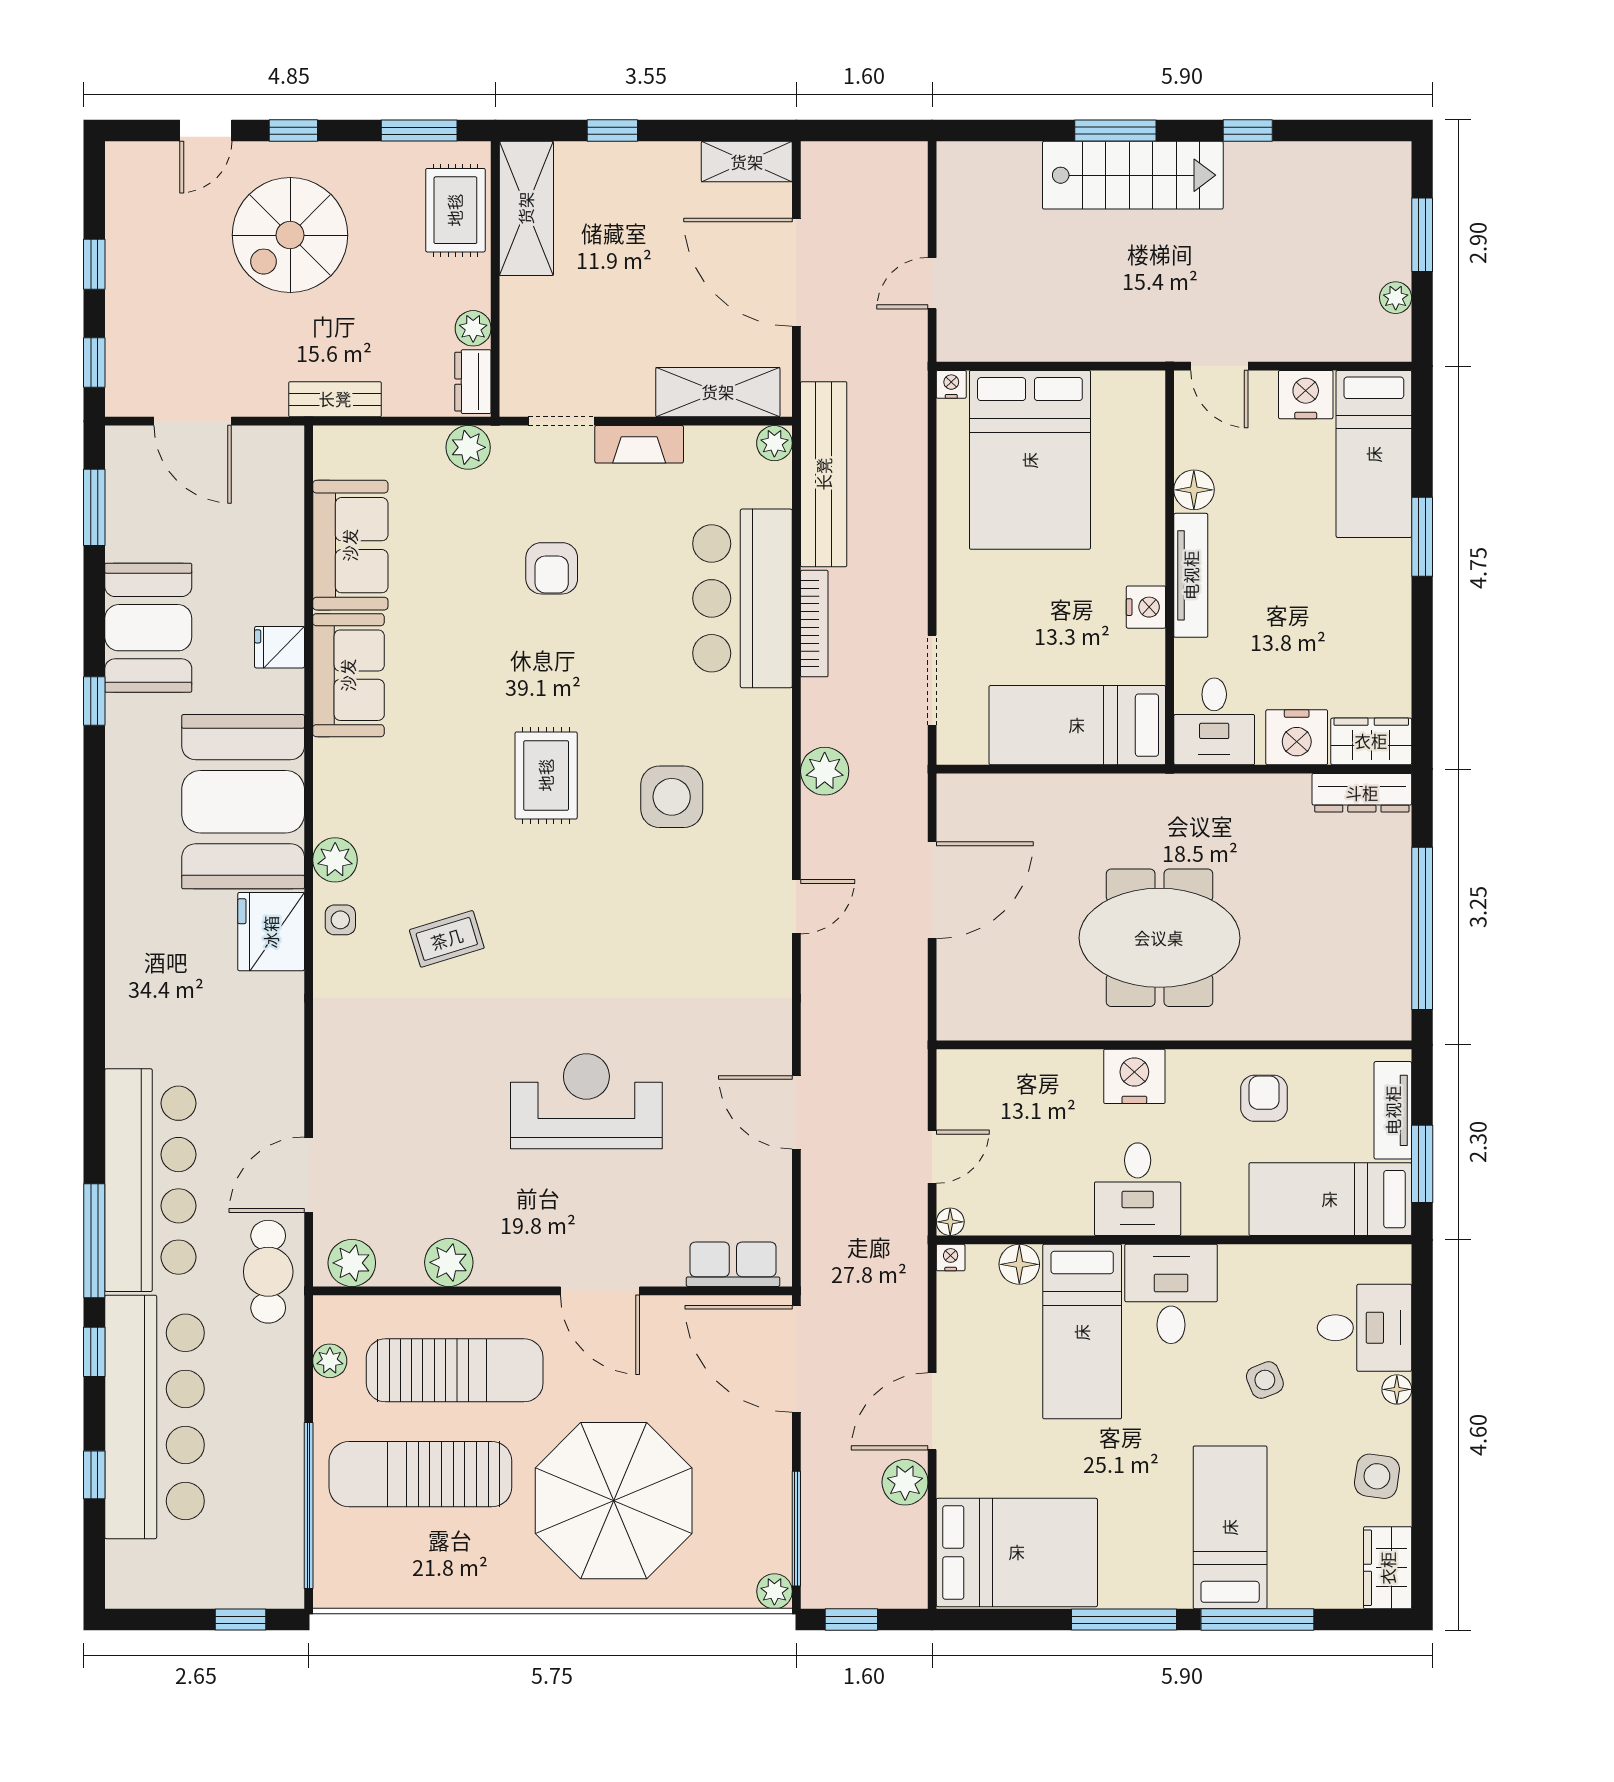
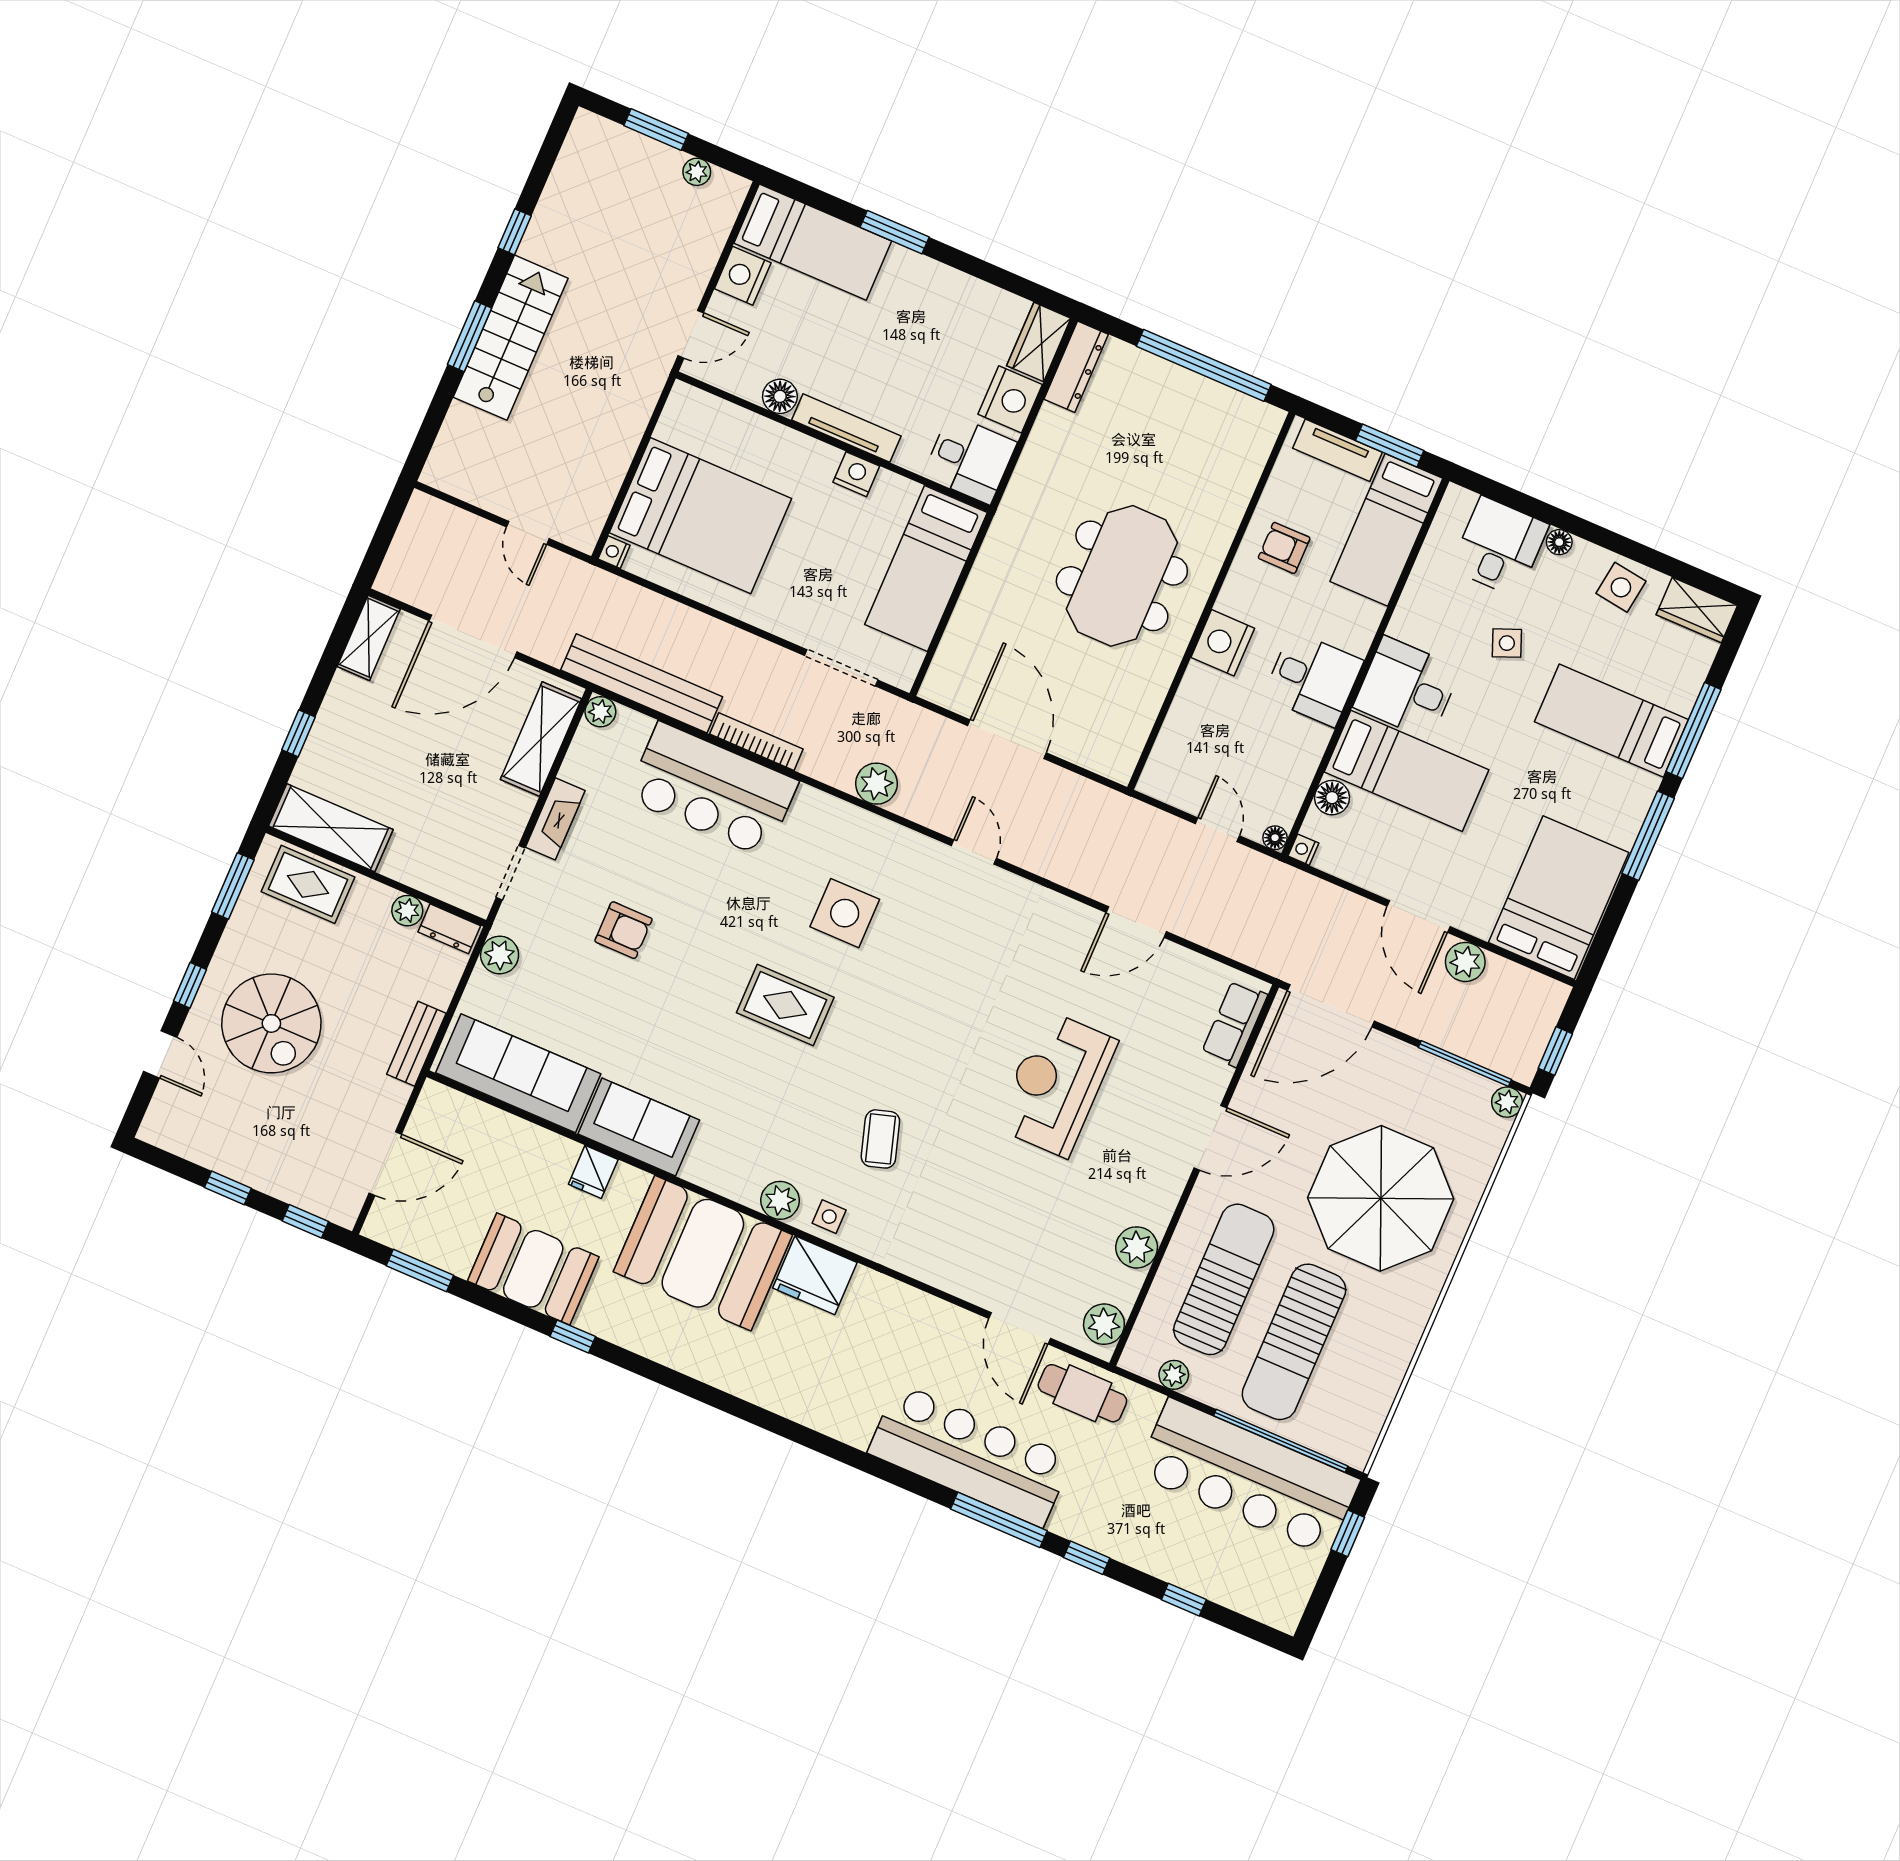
sofa: (350, 545) -> (518, 1073), width x1.36
bar counter: (155, 1417) -> (1248, 1477), moved, turned 180

